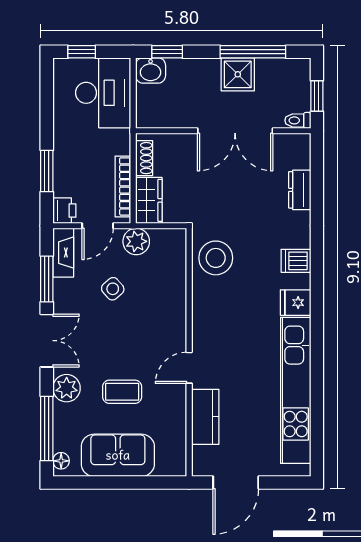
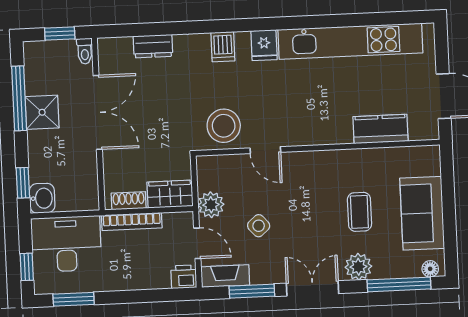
window: (47, 171) -> (74, 299), moved
bookcase: (123, 186) -> (132, 221), moved
door: (189, 368) -> (265, 150), moved

